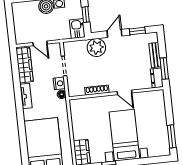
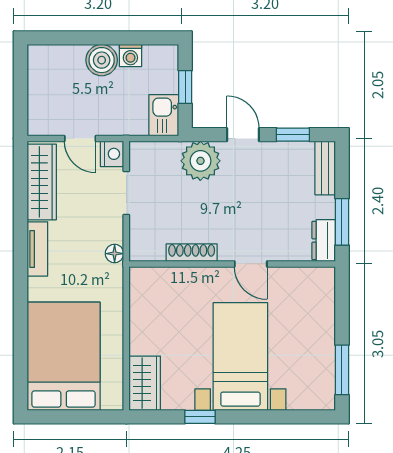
door: (115, 33) -> (243, 135), hinge flipped
bench: (155, 55) -> (325, 168), moved
nightstand: (59, 83) -> (112, 154), moved

